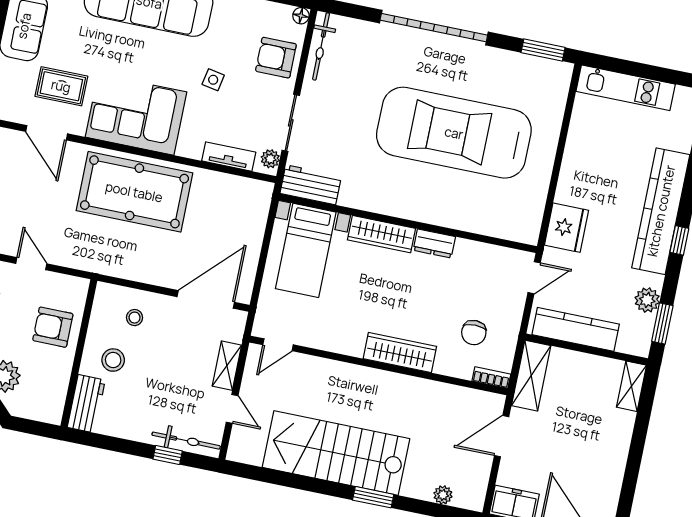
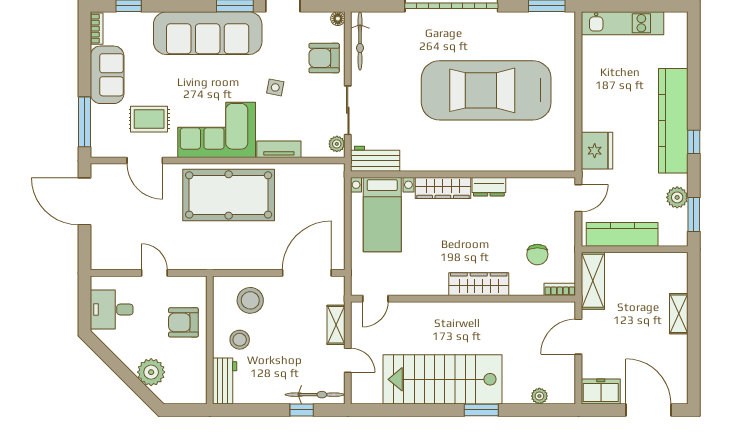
tv unit: (229, 157) -> (279, 149), moved
stool: (134, 318) -> (250, 300), width x1.89, depth x1.89
shelving: (631, 386) -> (679, 314), moved

